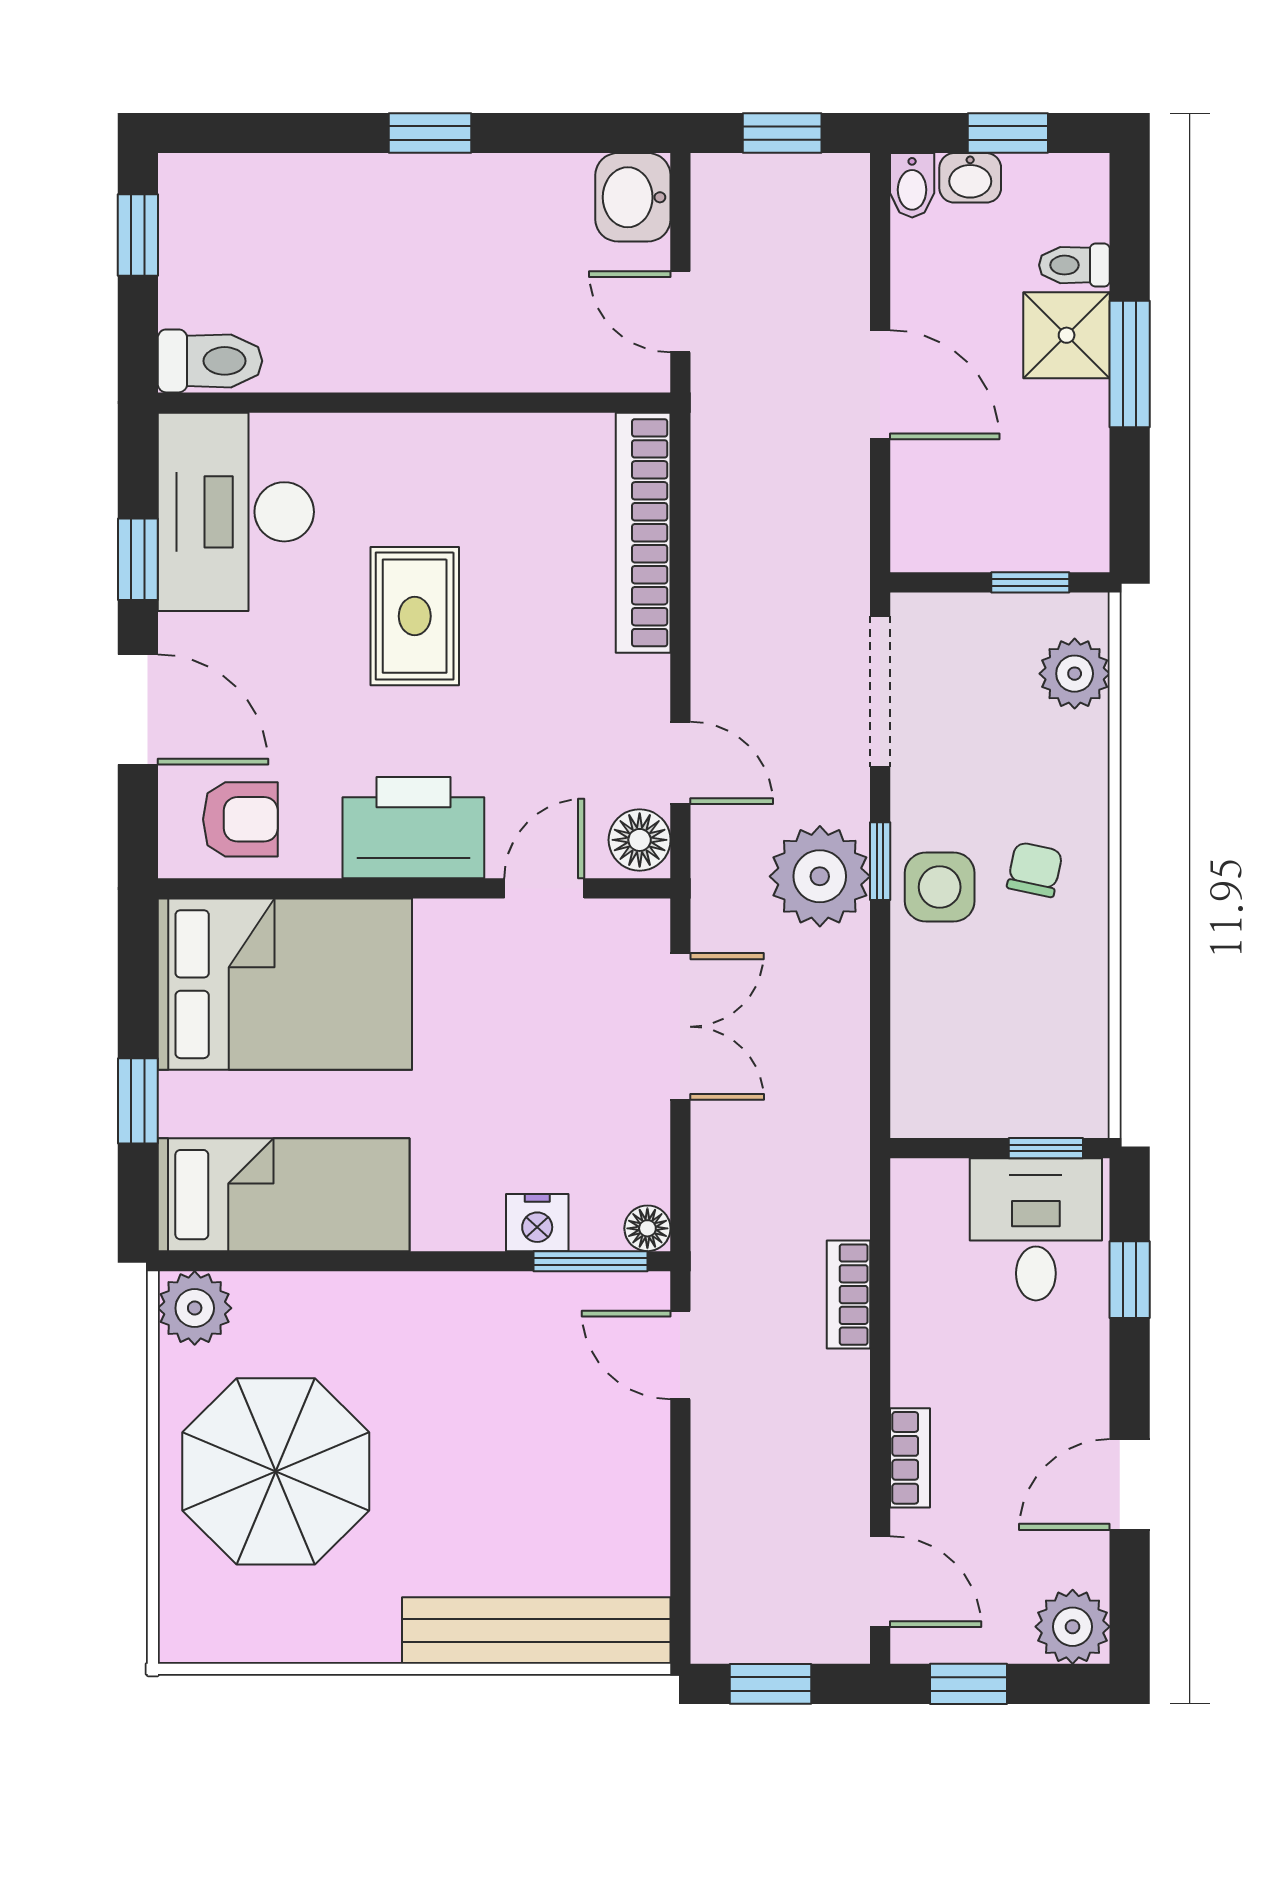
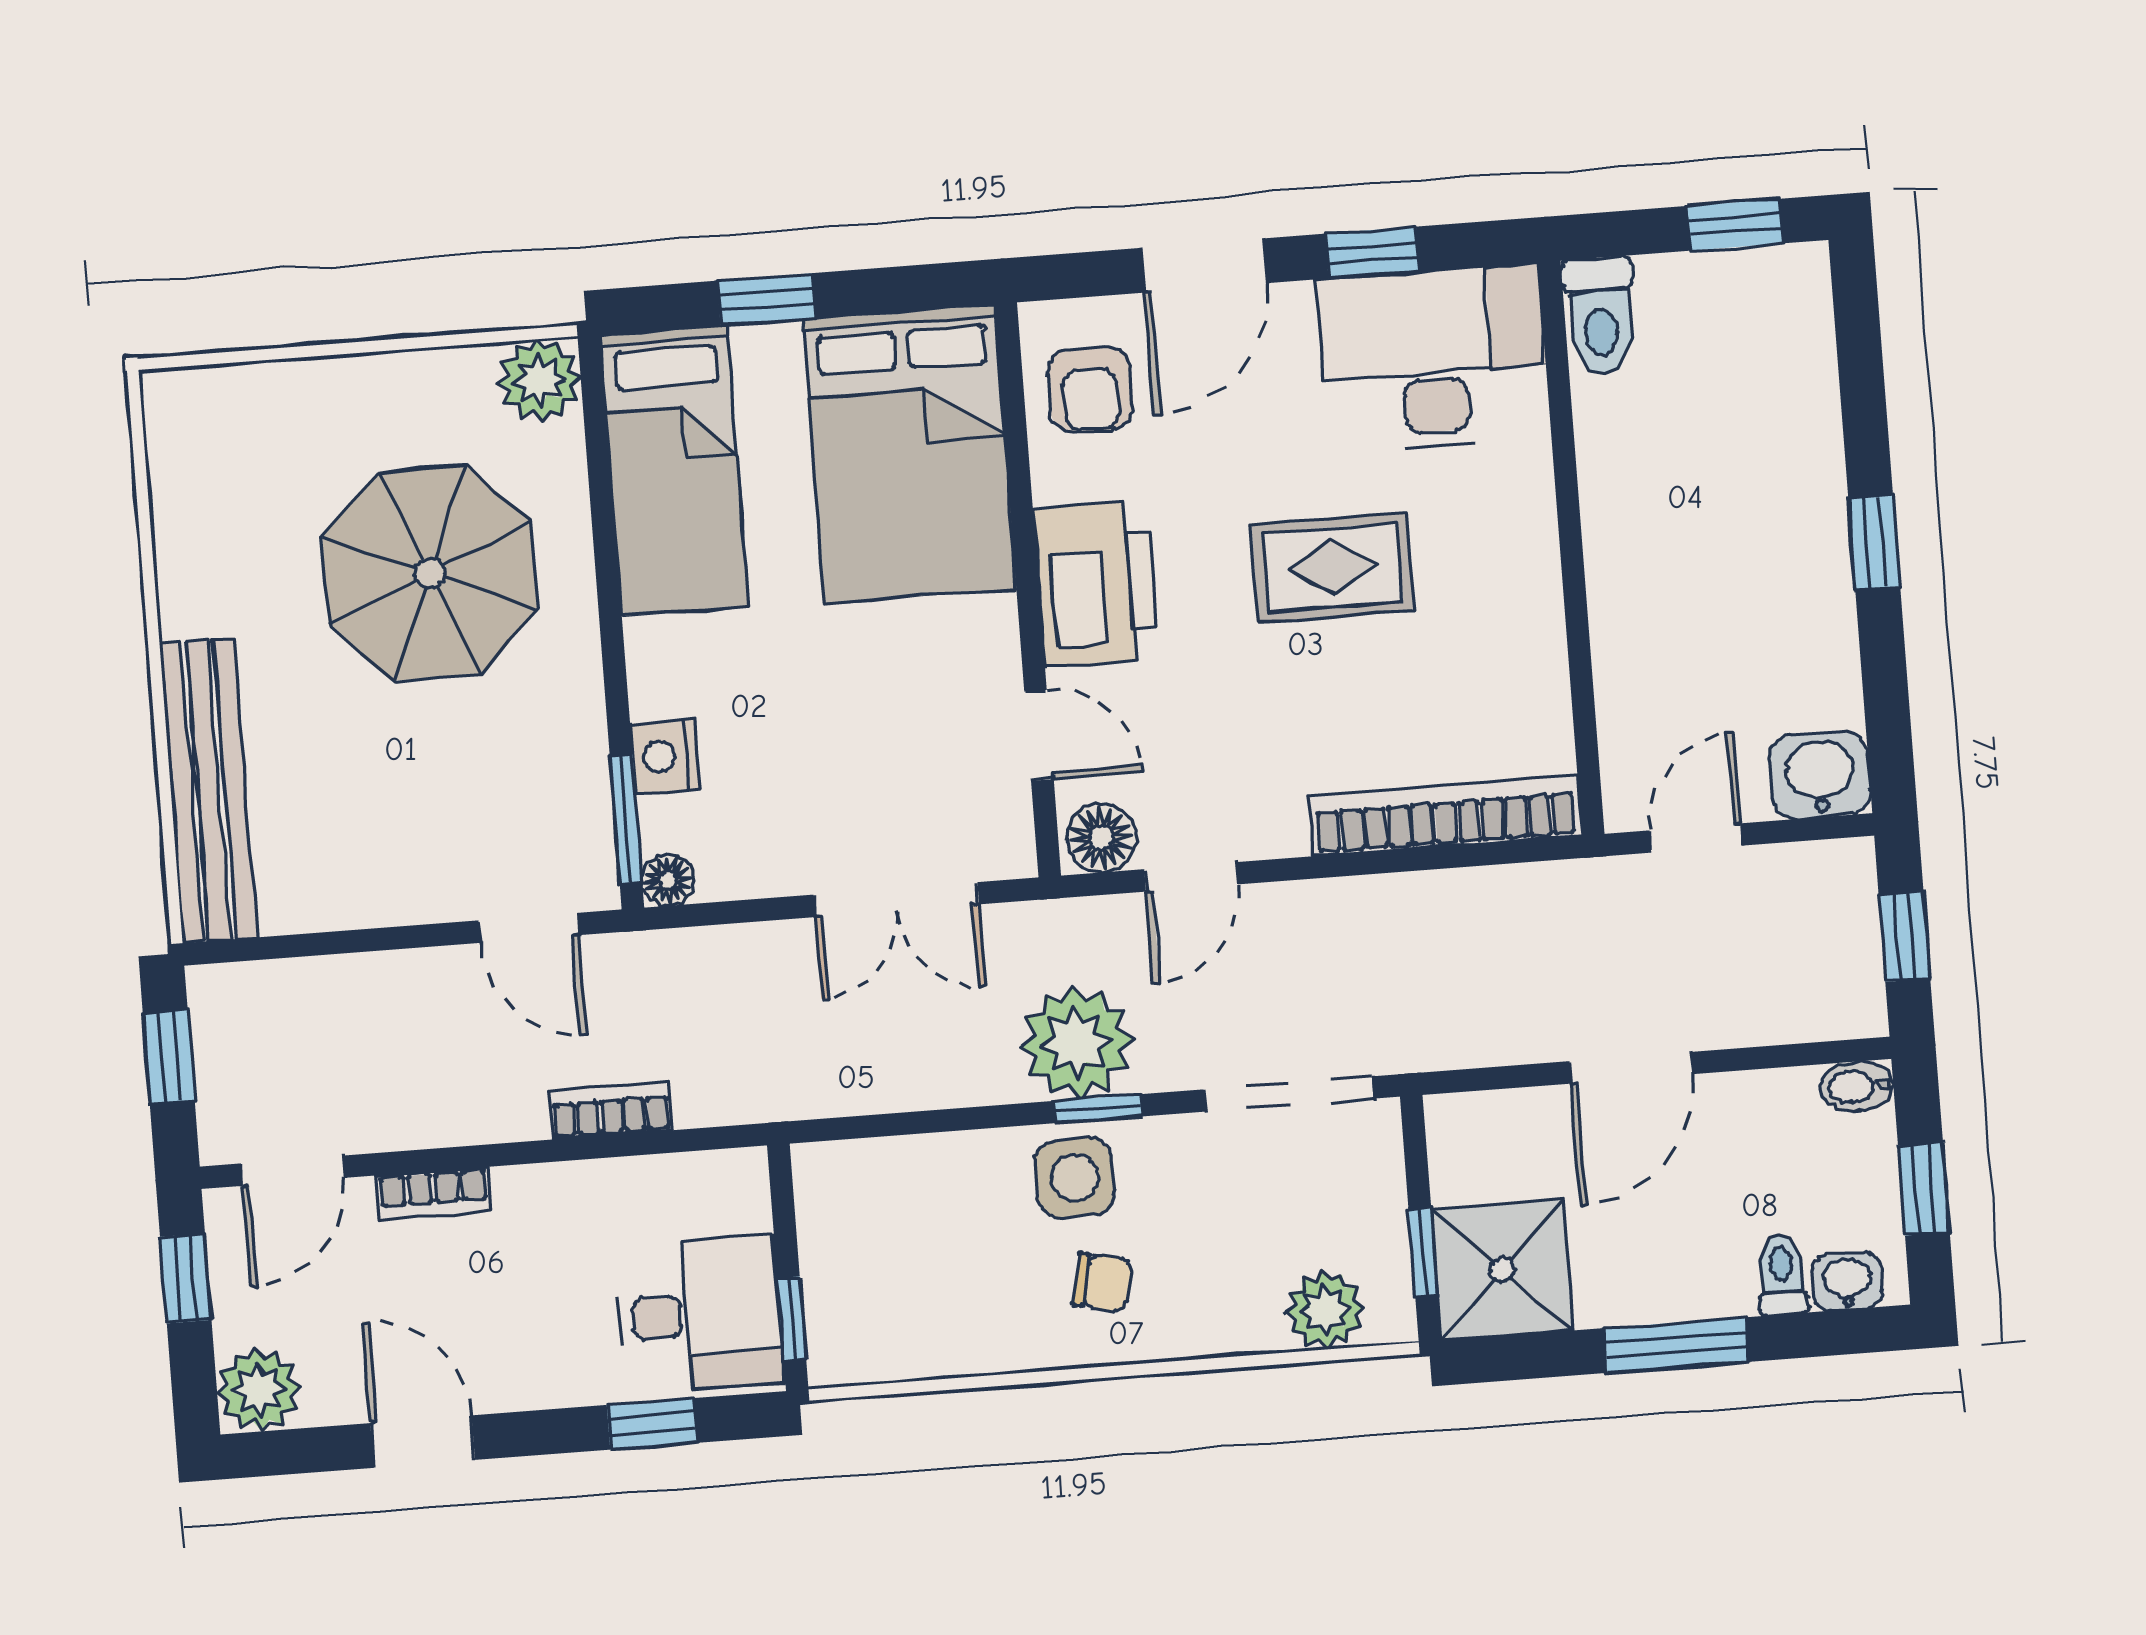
washbasin: (970, 178) -> (1847, 1281), moved, turned 90
shower: (1067, 335) -> (1502, 1270), moved, width x1.36, depth x1.36
door: (680, 1355) -> (529, 928), swing flipped
parasol: (276, 1471) -> (430, 573), moved

